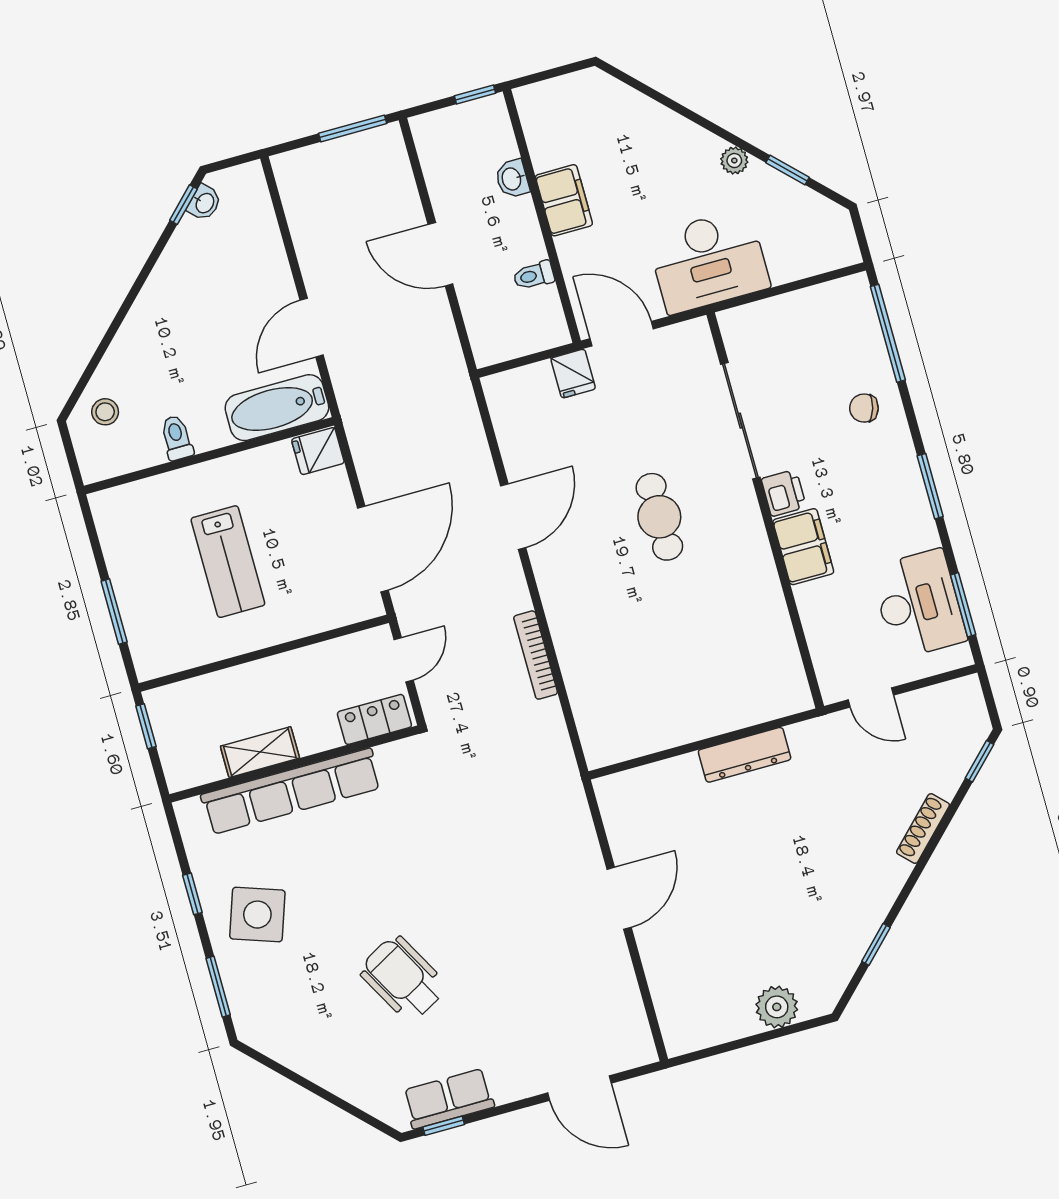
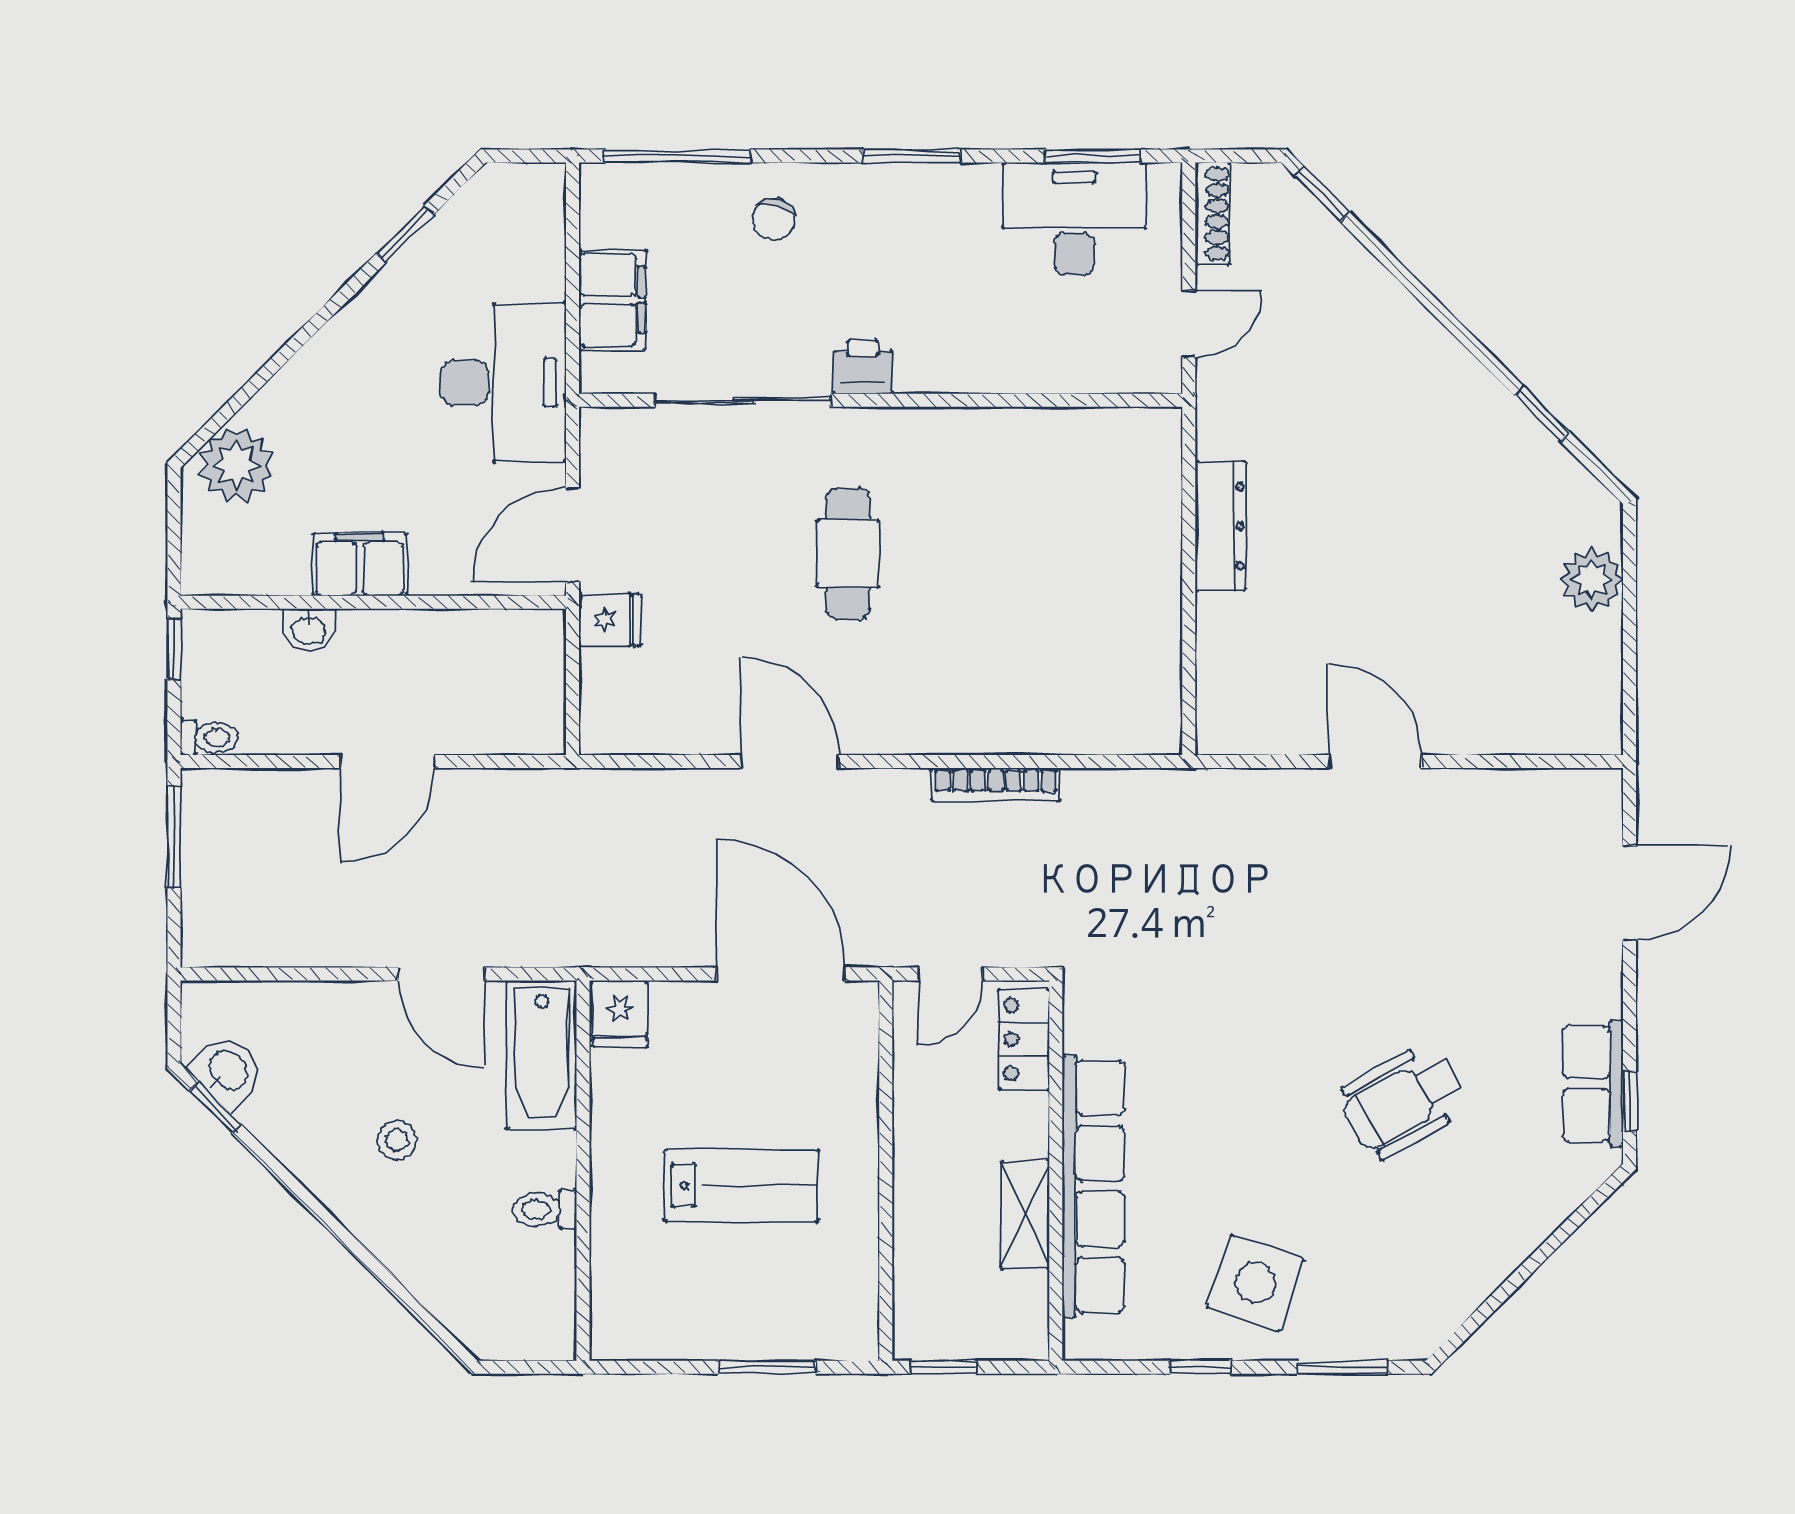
plant: (734, 161) -> (237, 465), moved, width x1.88, depth x1.88
washbasin: (204, 203) -> (227, 1071), width x1.38, depth x1.45
toilet: (534, 275) -> (209, 738), moved, turned -90
stool: (105, 412) -> (397, 1140), moved
cafe table: (659, 517) -> (848, 554), turned 90
filing cabinet: (803, 547) -> (612, 300), moved, turned 90
door: (404, 660) -> (950, 974), swing flipped
shoe rack: (923, 829) -> (1212, 214), moved, turned -135

